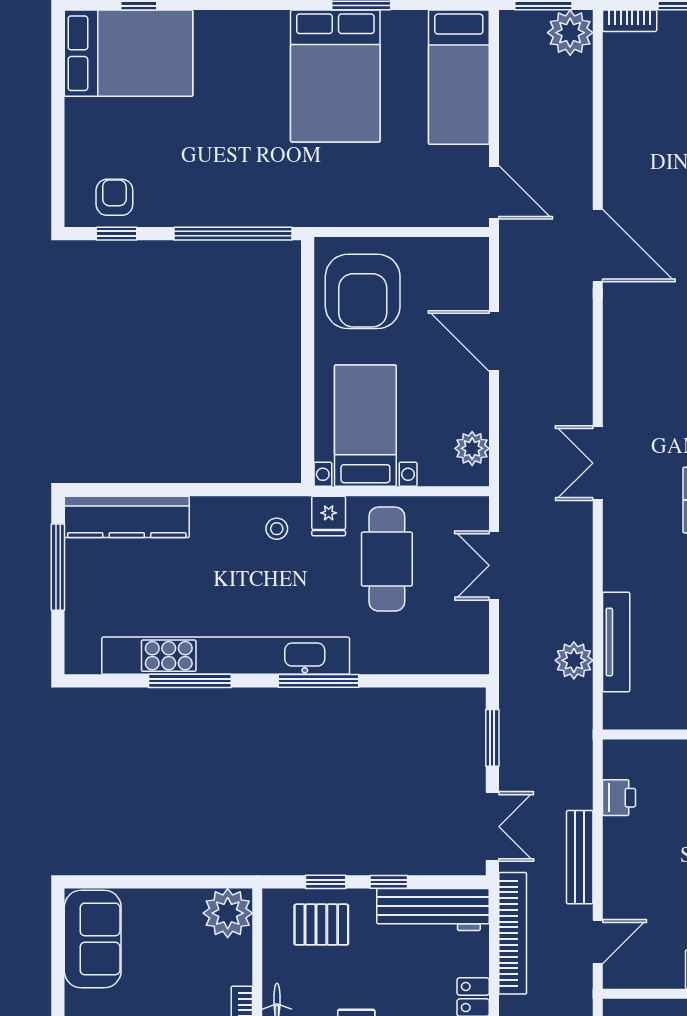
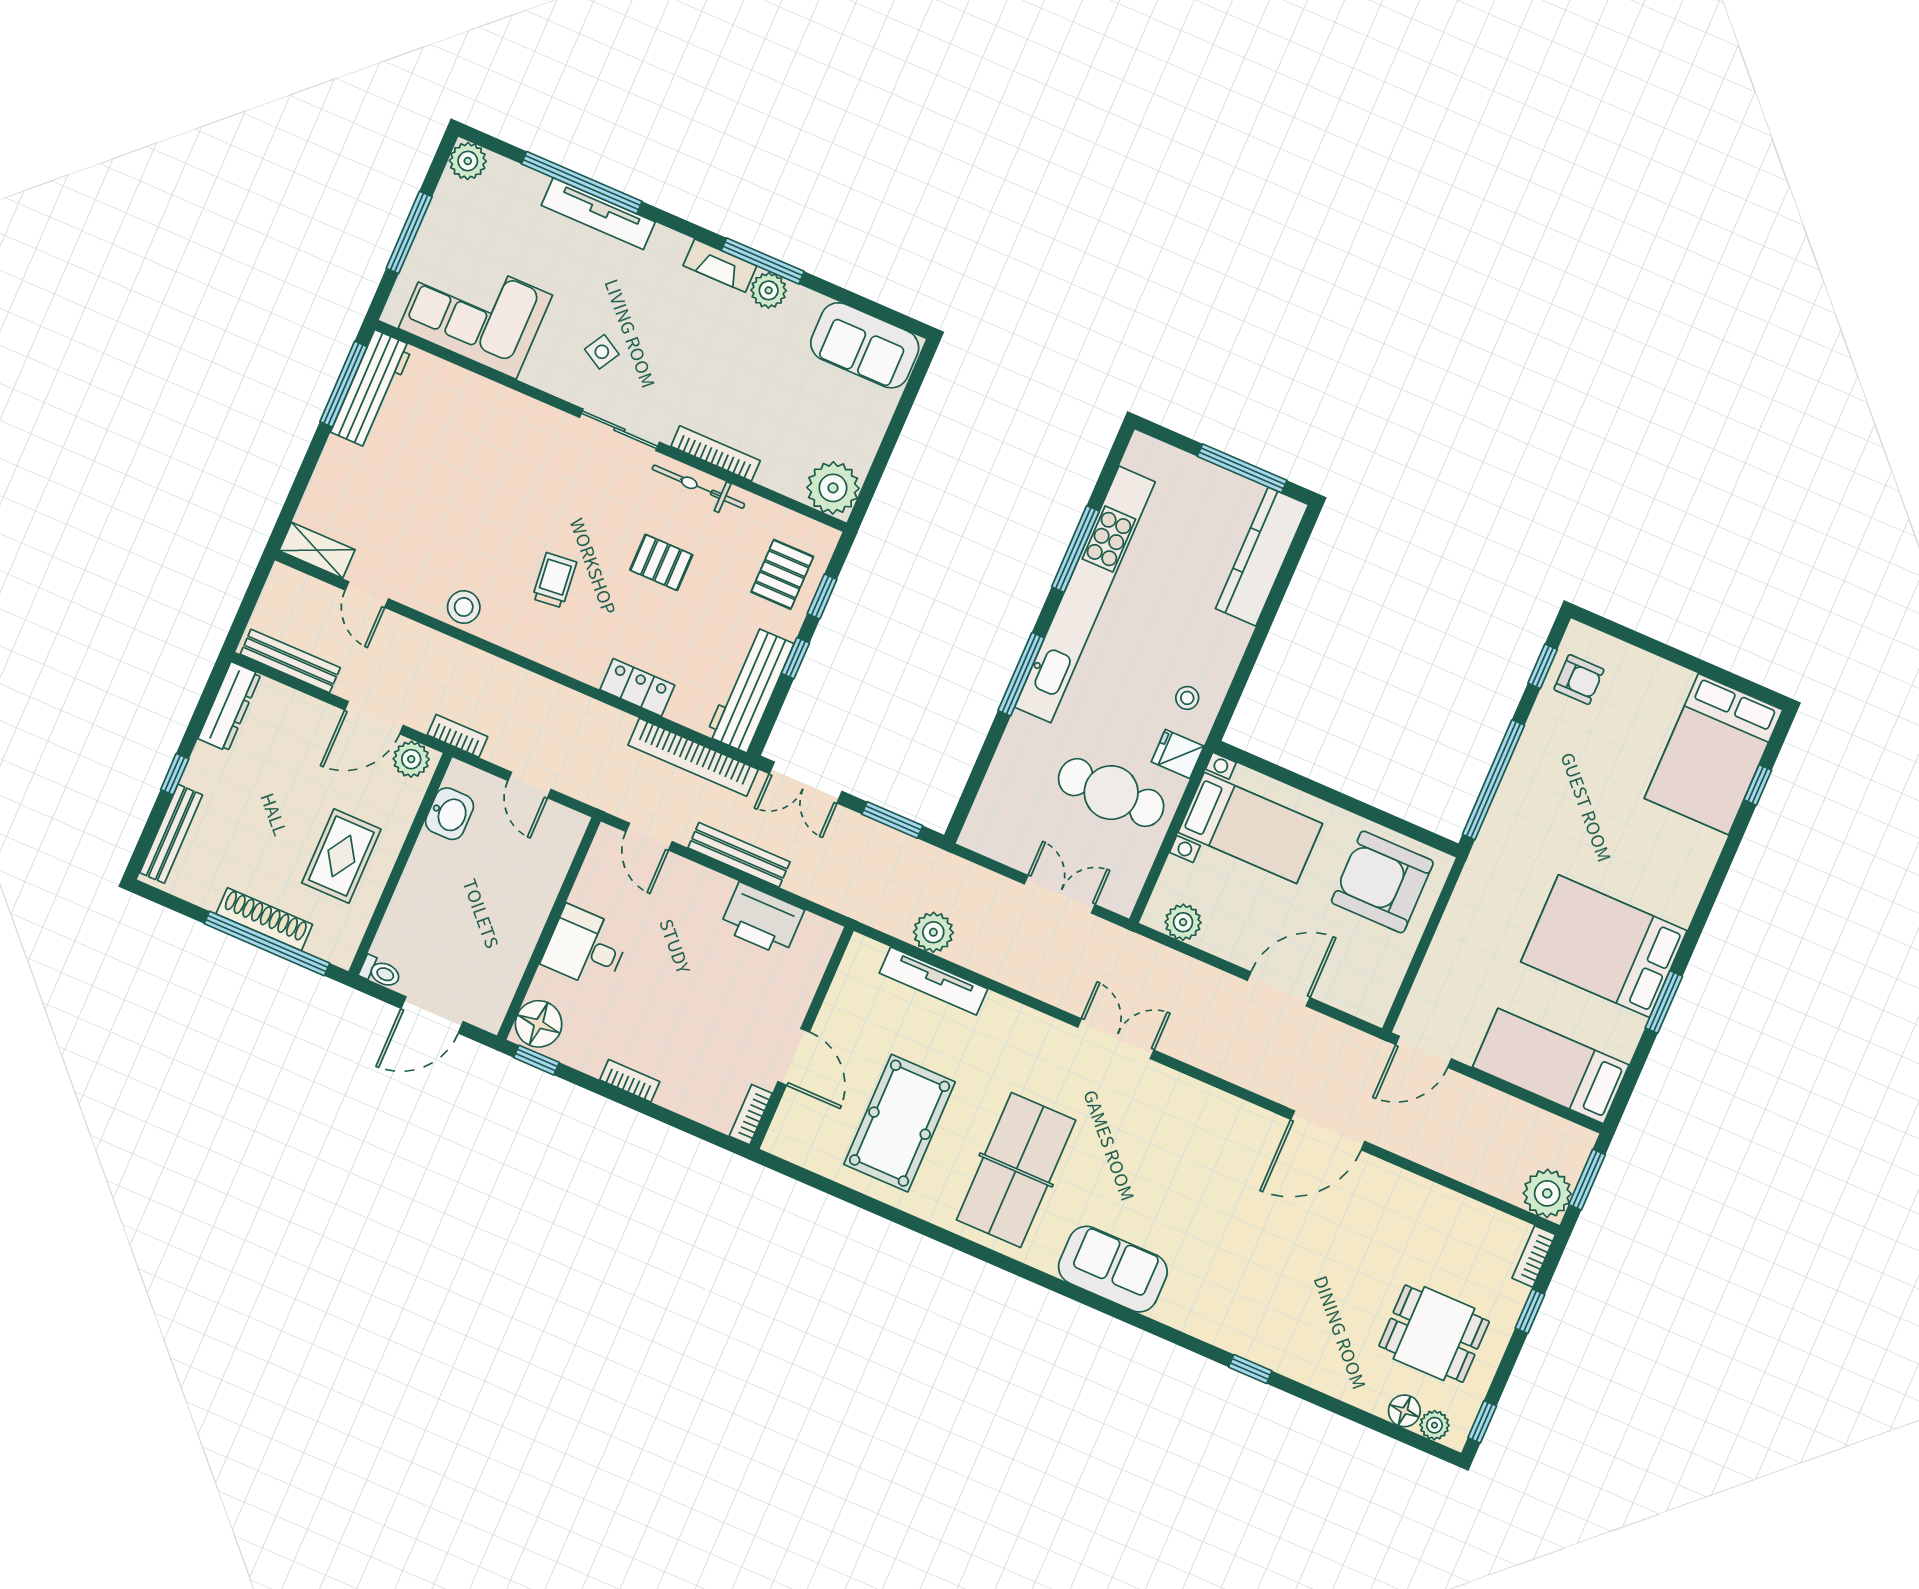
printer: (619, 798) -> (762, 919), width x1.87, depth x1.48

